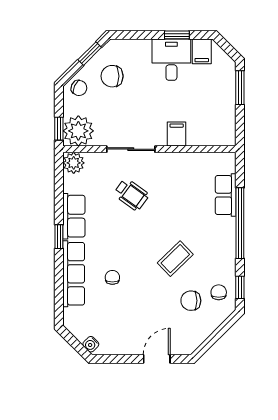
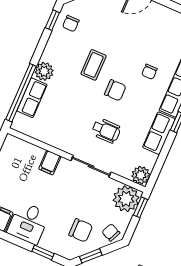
window: (177, 35) -> (43, 253), moved
wheelchair: (131, 194) -> (106, 131), turned 144
window: (240, 223) -> (21, 93), moved
plant: (225, 229) -> (44, 71), added
coffee table: (175, 259) -> (94, 65), turned -46
chair: (191, 301) -> (115, 90), moved

